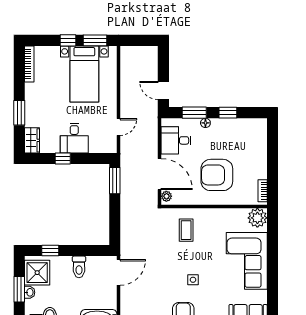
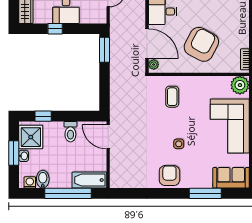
armchair: (217, 175) -> (201, 44), turned 118
door: (119, 272) -> (108, 137), swing flipped

